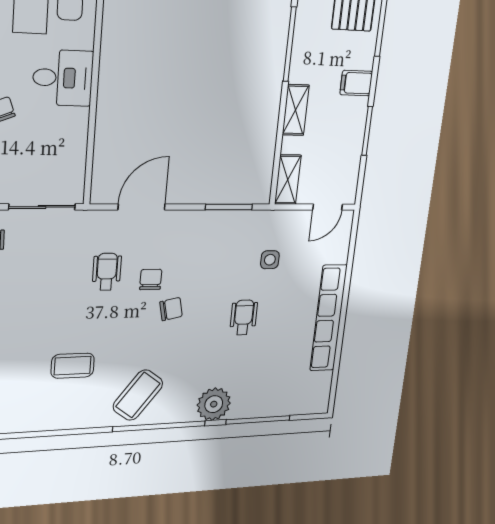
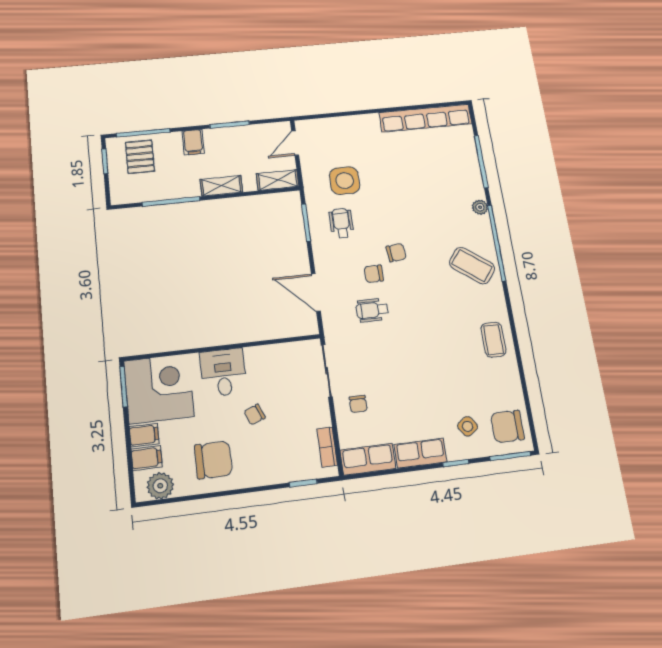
door: (328, 207) -> (295, 143), swing flipped
side table: (270, 260) -> (345, 181), width x1.87, depth x1.87
chair: (171, 309) -> (396, 253), turned 96
wheelchair: (244, 317) -> (341, 223), moved, turned 90
row of seats: (328, 318) -> (425, 118), moved
coffee table: (73, 366) -> (493, 340), moved
plant: (214, 404) -> (480, 207), width x0.53, depth x0.53

